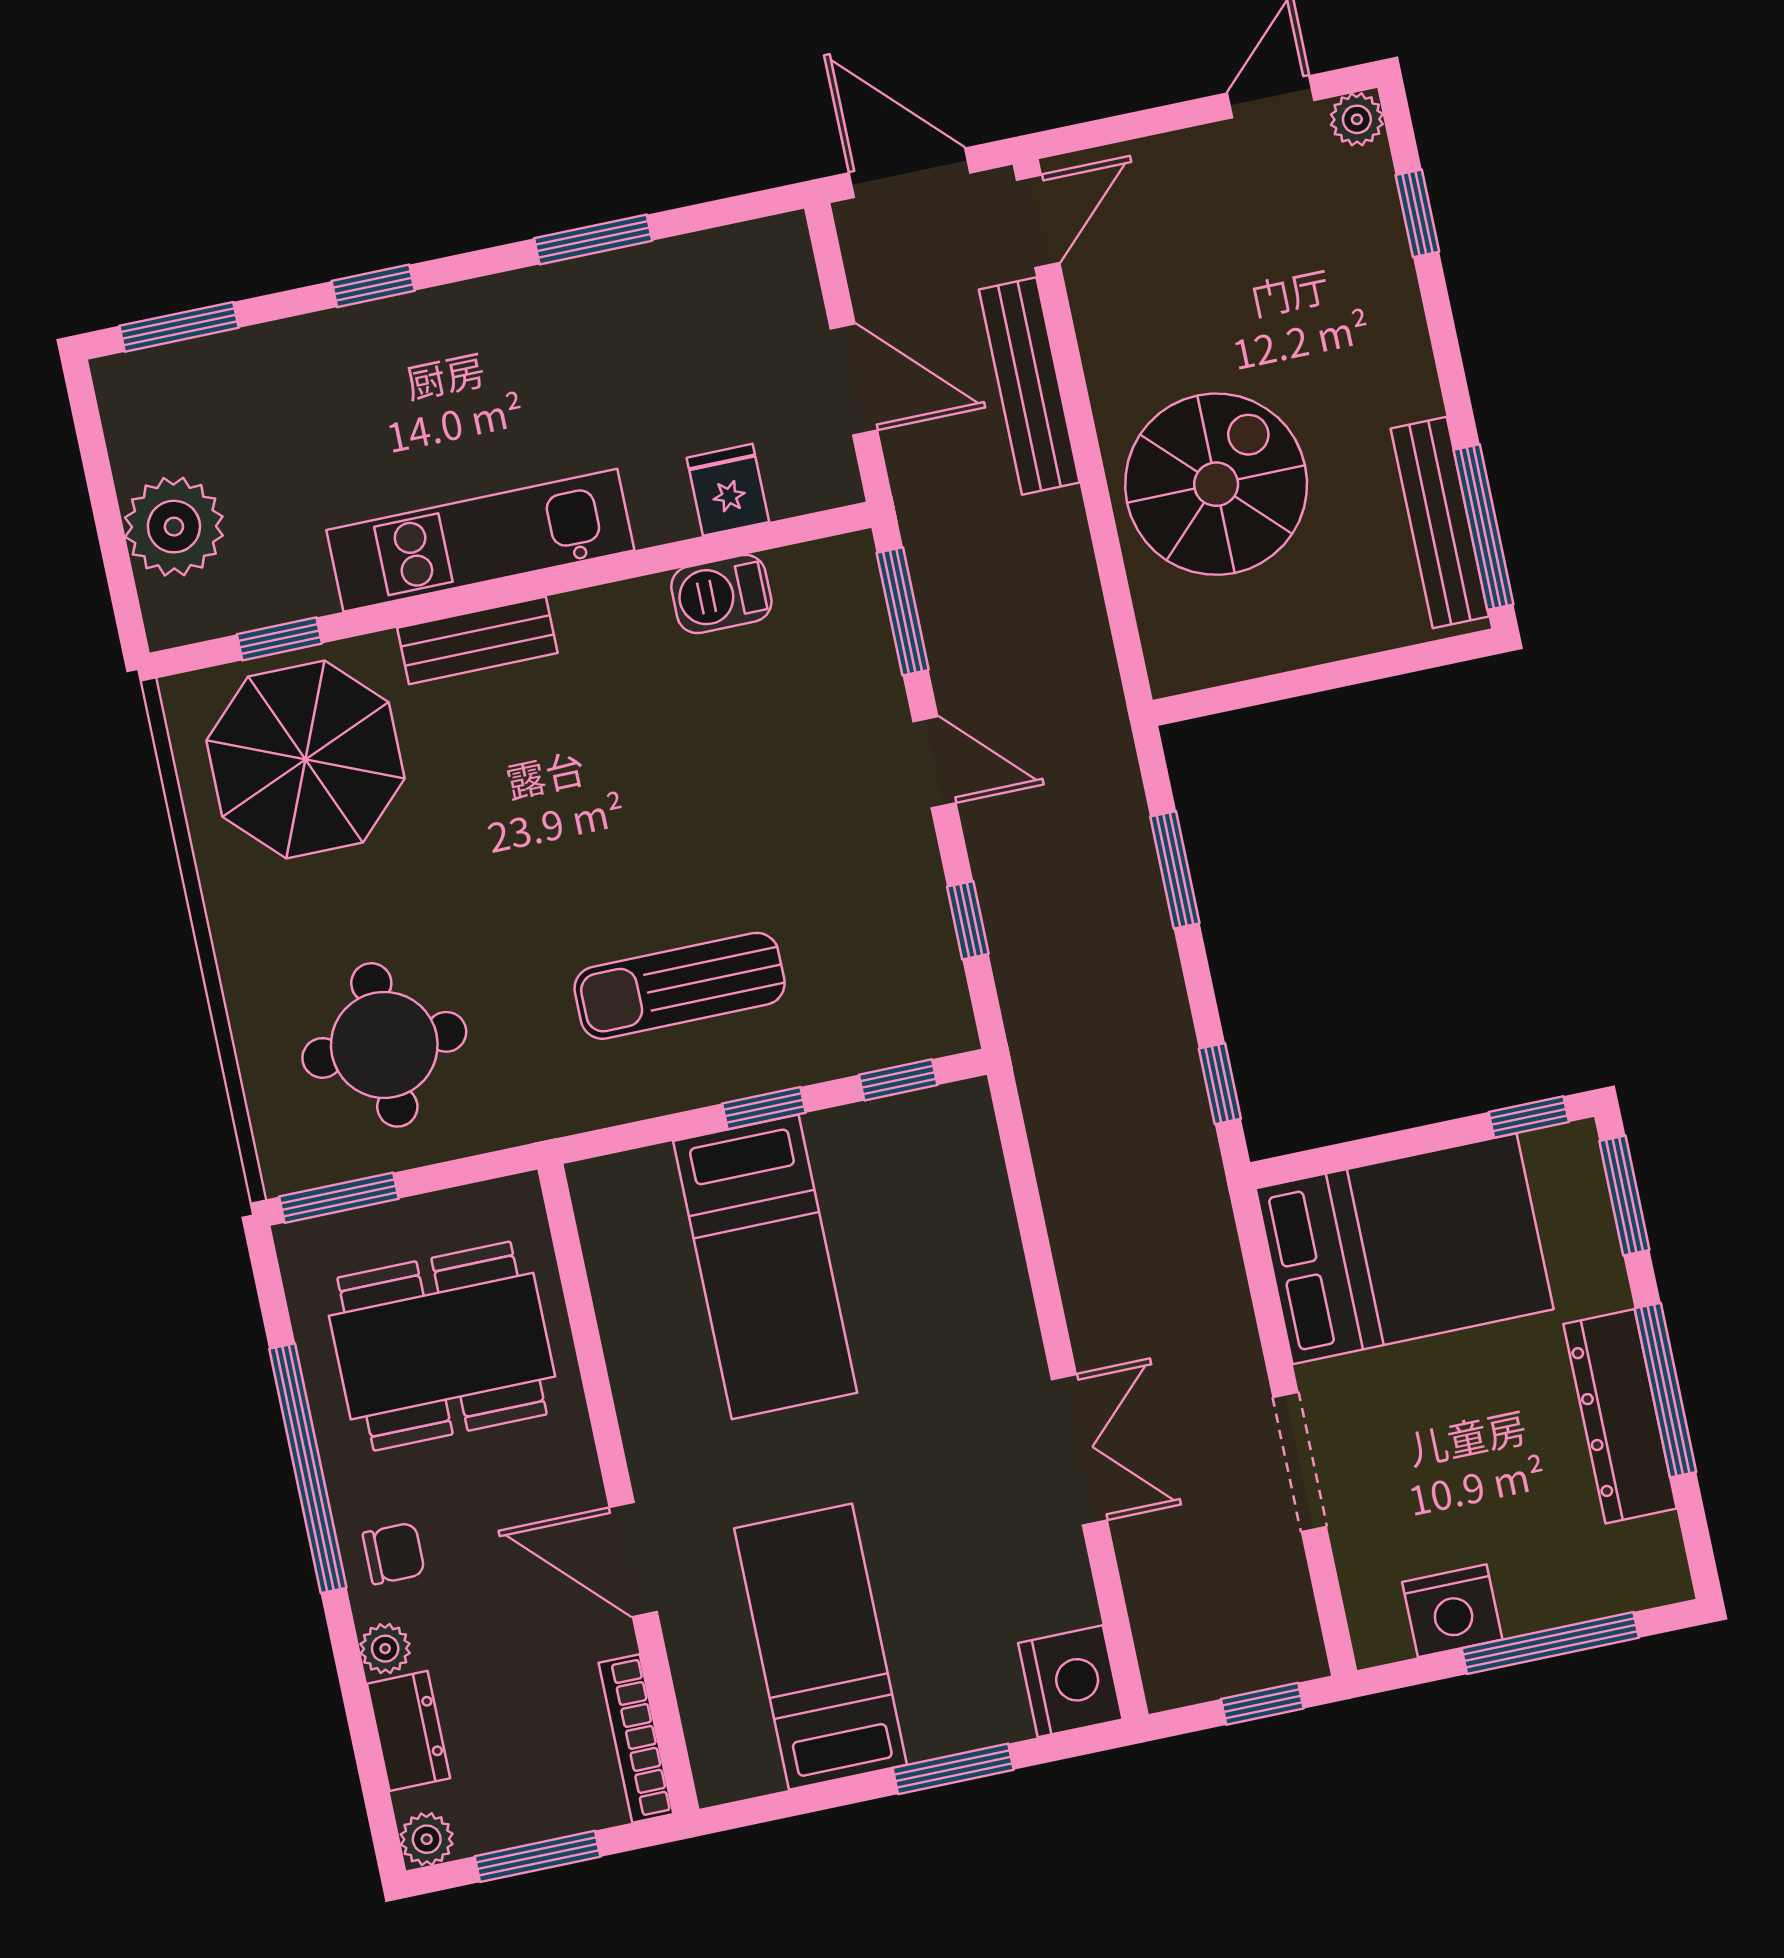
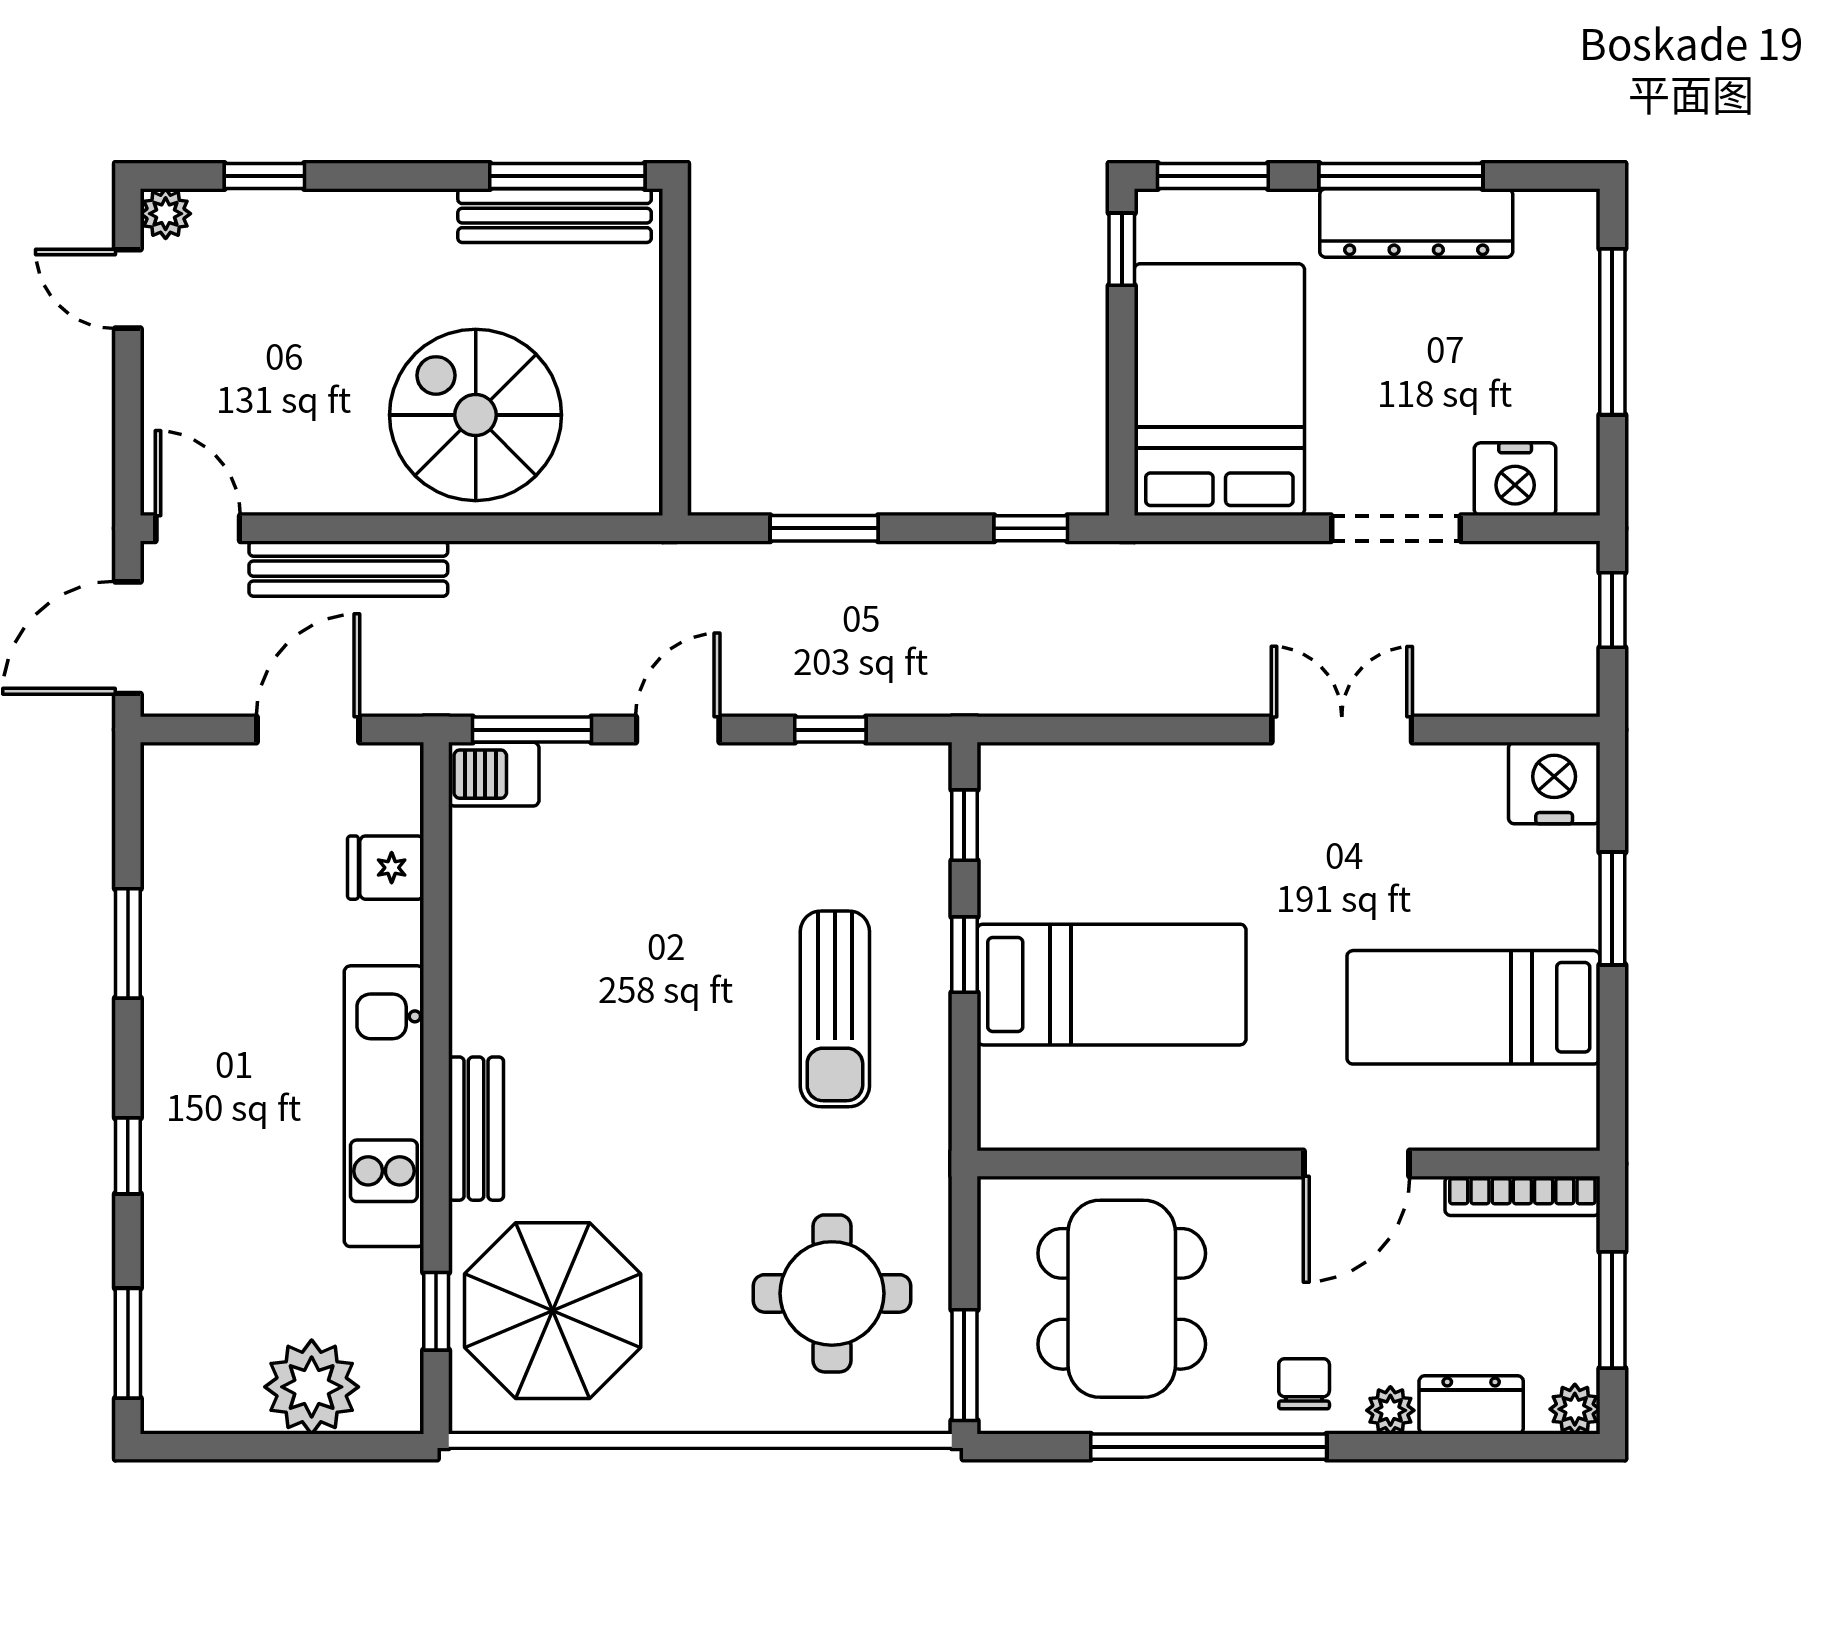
barbecue: (721, 594) -> (494, 774), moved, turned 90
nightstand: (1452, 1611) -> (1515, 479), moved, turned 90

